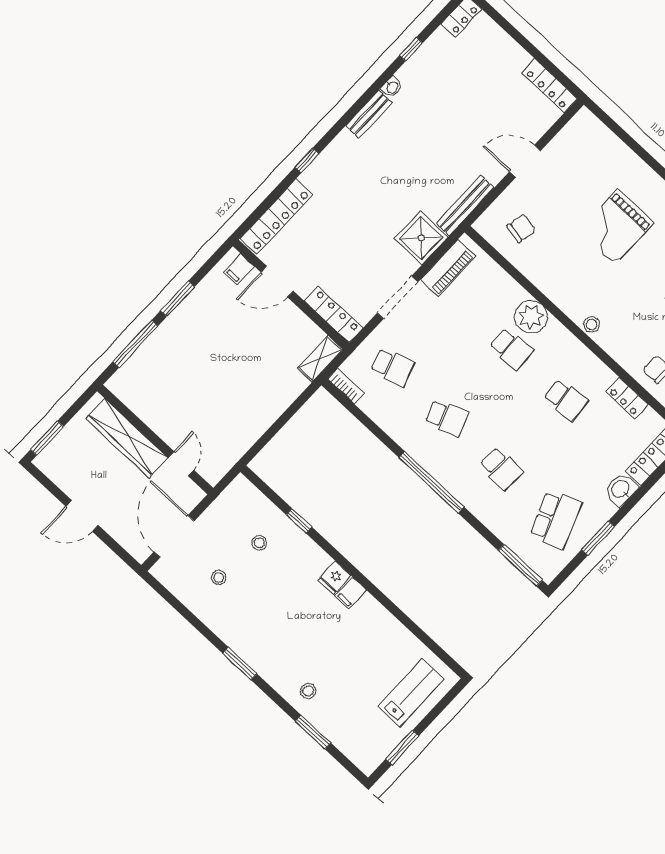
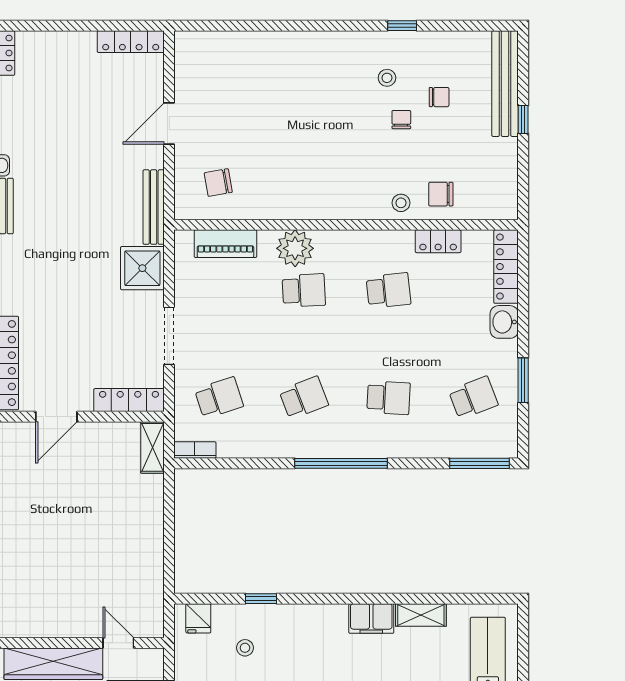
grand piano: (616, 227) -> (296, 107), removed
chair: (521, 229) -> (218, 183), turned -113
piano: (448, 268) -> (225, 244), moved, turned 90
filing cabinet: (239, 269) -> (15, 436), removed
stool: (592, 324) -> (401, 203), moved
school desk: (556, 519) -> (473, 398), width x0.54
fridge: (334, 578) -> (198, 618), moved
filing cabinet: (351, 593) -> (371, 619), width x2.00
shelving: (392, 627) -> (421, 615), added

